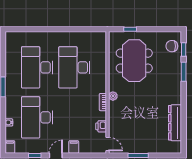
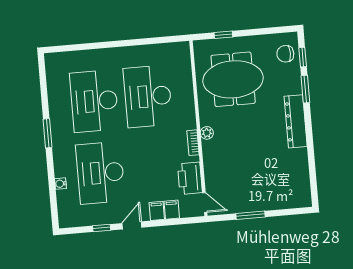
meeting table: (134, 61) -> (233, 79), turned 90
dresser: (175, 123) -> (296, 121), moved
printer: (101, 126) -> (190, 178), width x1.87, depth x1.48
filing cabinet: (10, 147) -> (172, 210), moved

